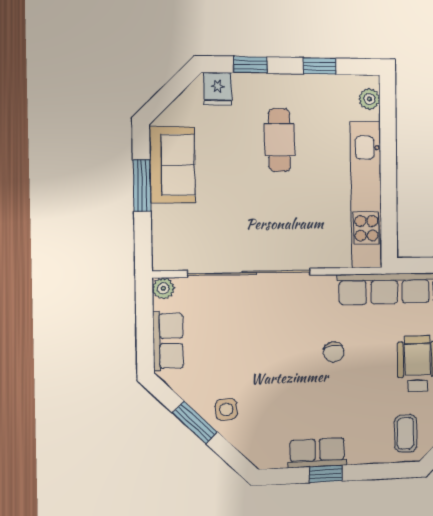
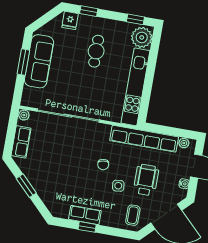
window: (320, 66) -> (135, 19), moved
plant: (369, 99) -> (142, 37), width x1.87, depth x1.87
sofa: (172, 165) -> (39, 61), width x1.36
side table: (226, 409) -> (118, 186), moved

